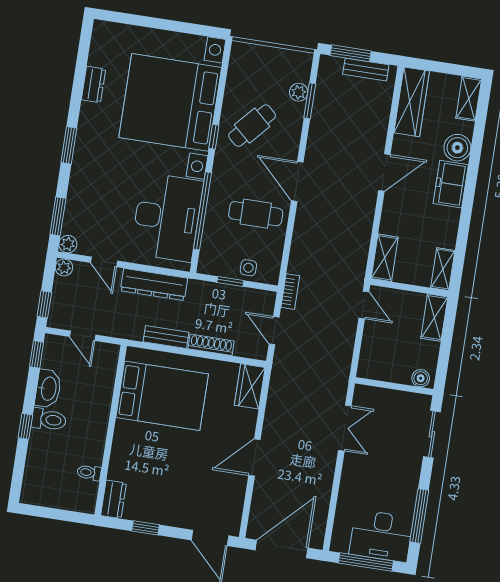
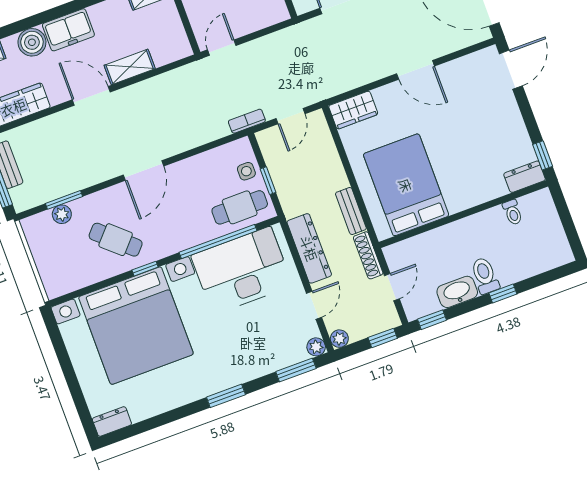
dresser: (93, 84) -> (112, 422), moved
cafe table: (256, 214) -> (240, 207), moved, turned 90
shelving: (385, 258) -> (130, 67), moved
shoe rack: (211, 345) -> (368, 255), moved
window: (146, 528) -> (543, 155), moved

